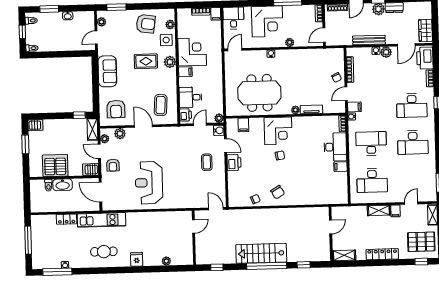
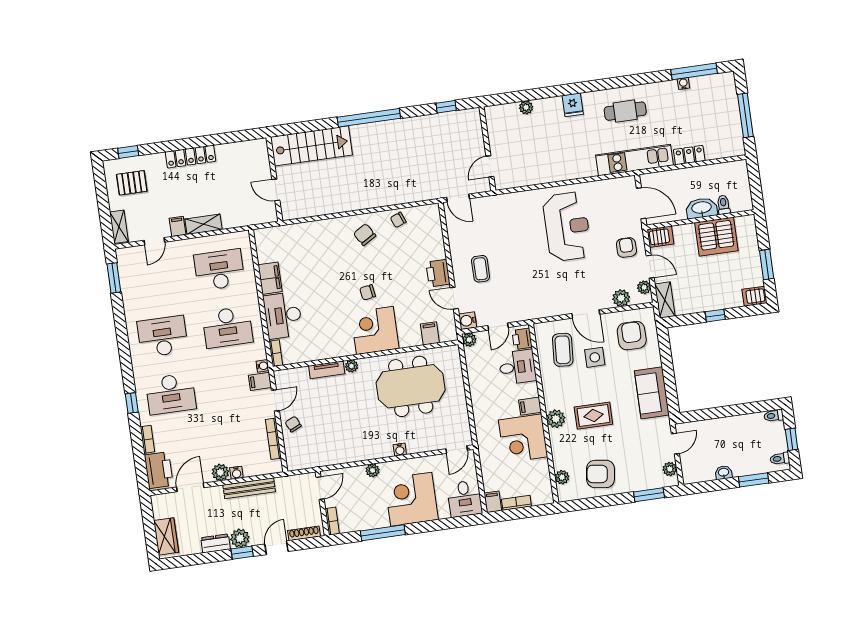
wardrobe: (425, 30) -> (166, 536), moved
side table: (166, 40) -> (595, 357), moved
desk: (412, 105) -> (171, 394), turned 180
window: (79, 115) -> (715, 316), moved
filing cabinet: (340, 167) -> (270, 278), width x2.00
door: (331, 227) -> (276, 190), hinge flipped
pallet: (421, 242) -> (132, 183), width x0.67, depth x0.71
stairs: (261, 253) -> (311, 146), moved
shelving: (344, 255) -> (250, 148), removed
window: (304, 265) -> (311, 126), removed

